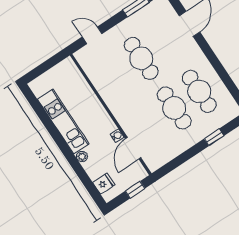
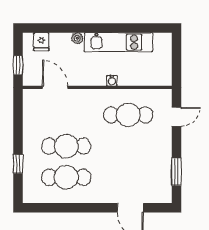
cafe table: (141, 58) -> (128, 115), moved
water cooler: (117, 136) -> (112, 81), moved

